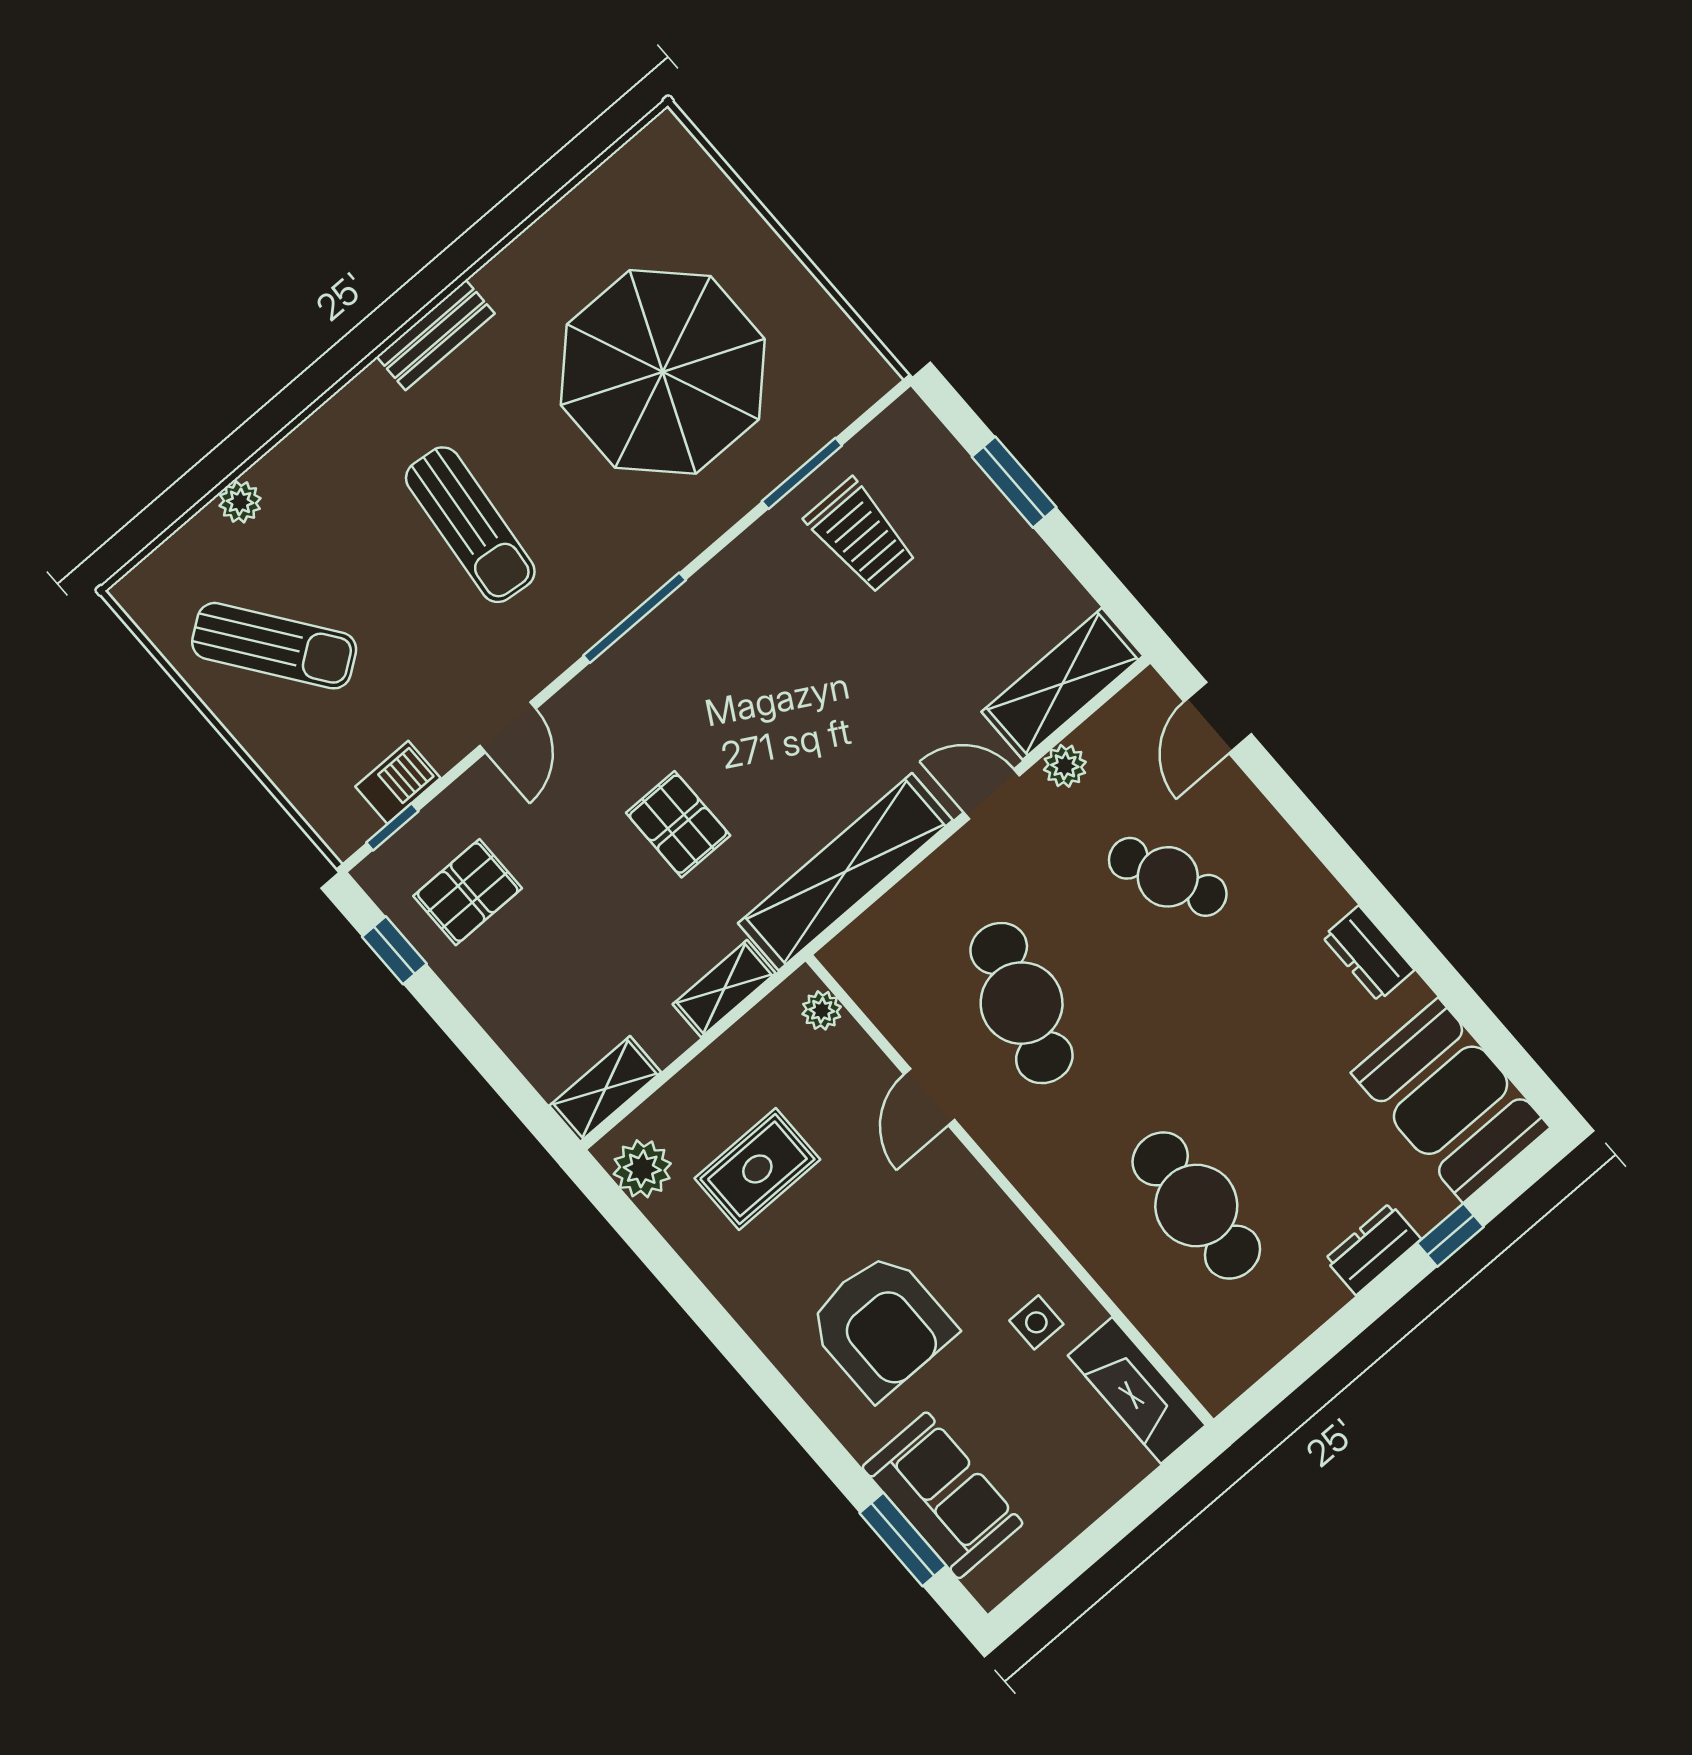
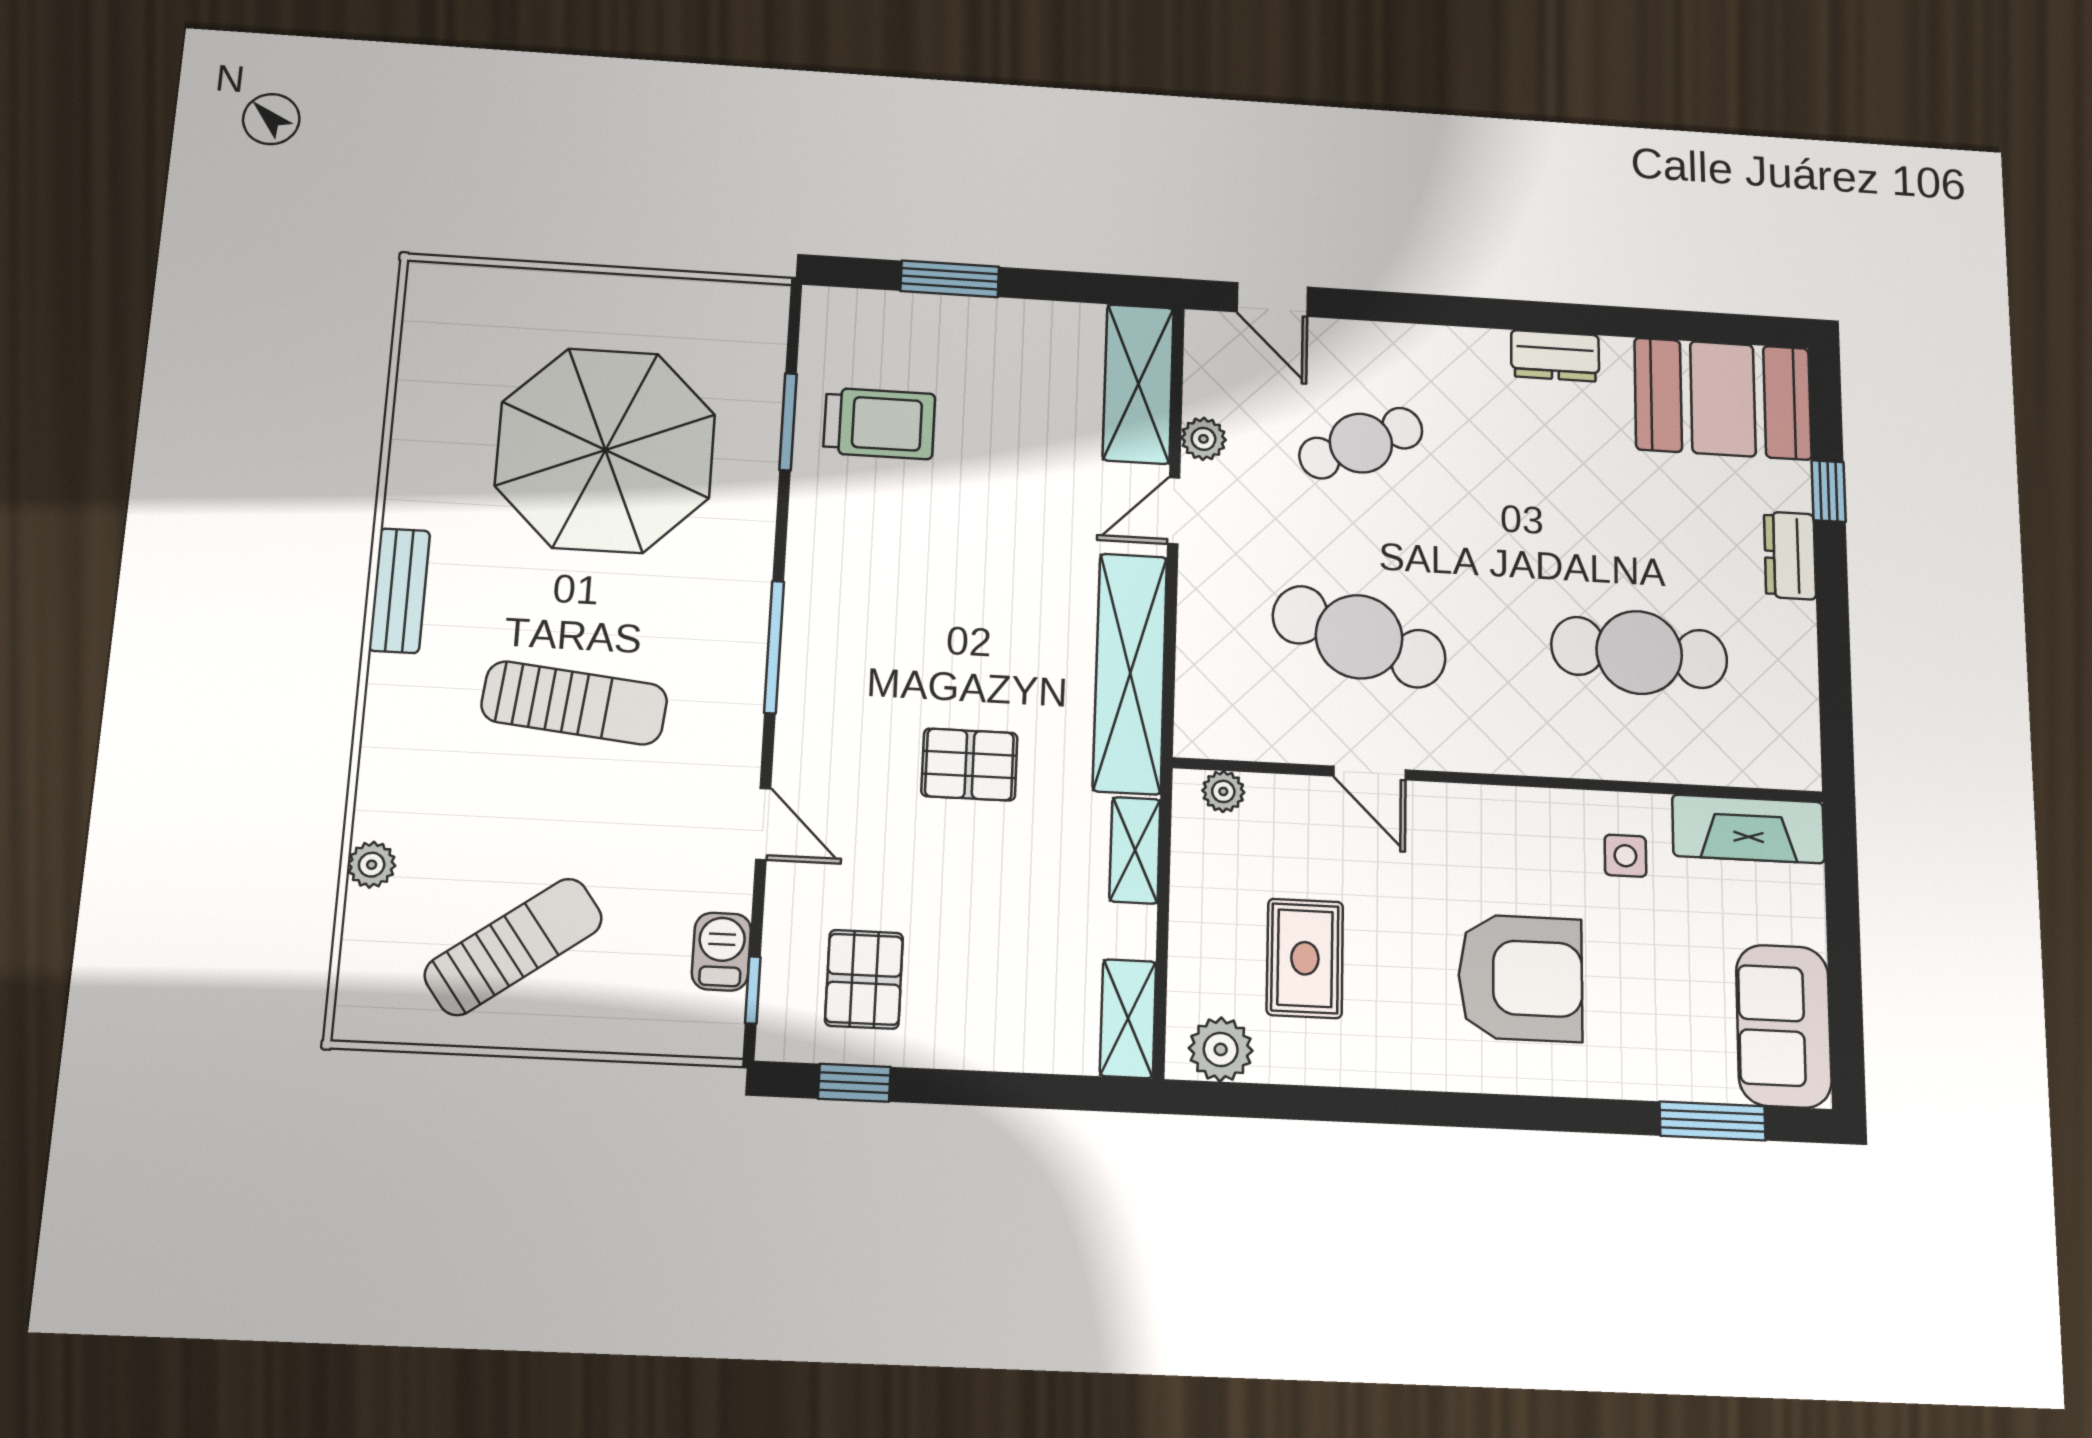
sofa: (943, 1495) -> (1784, 1026), moved, turned -90

